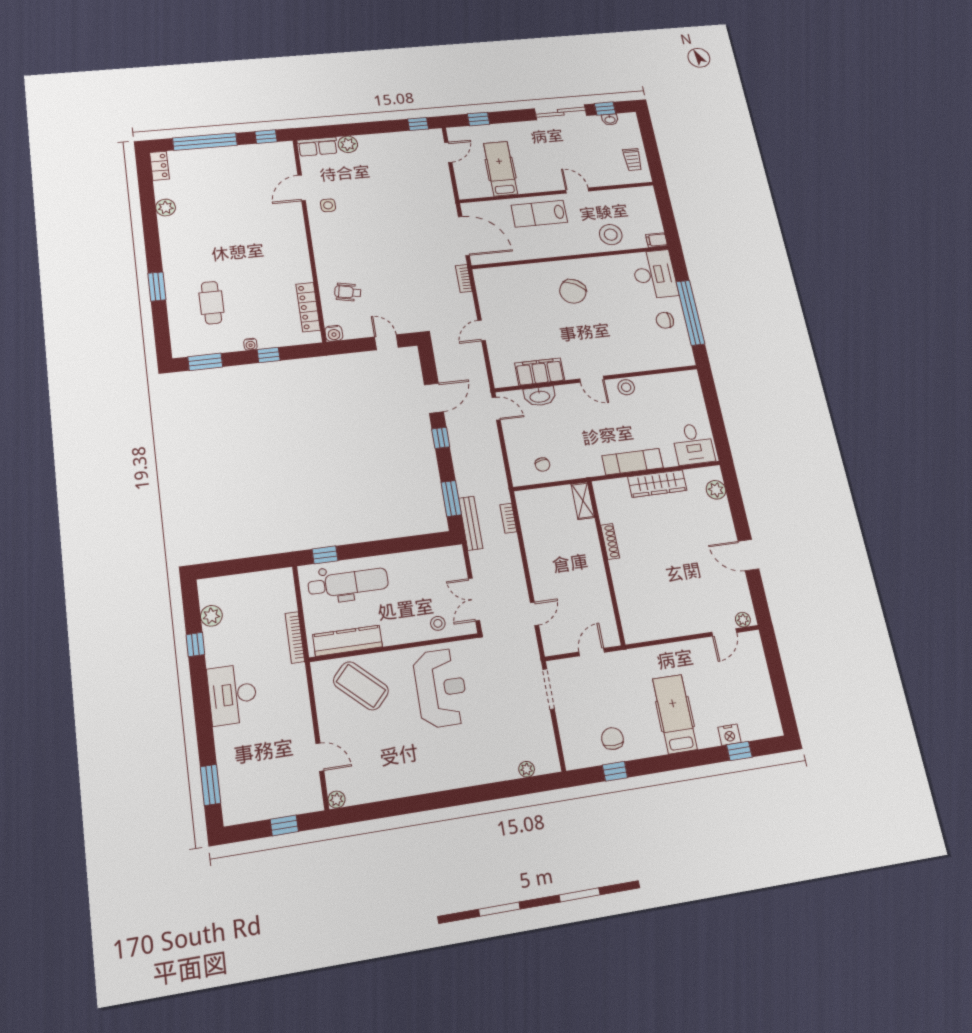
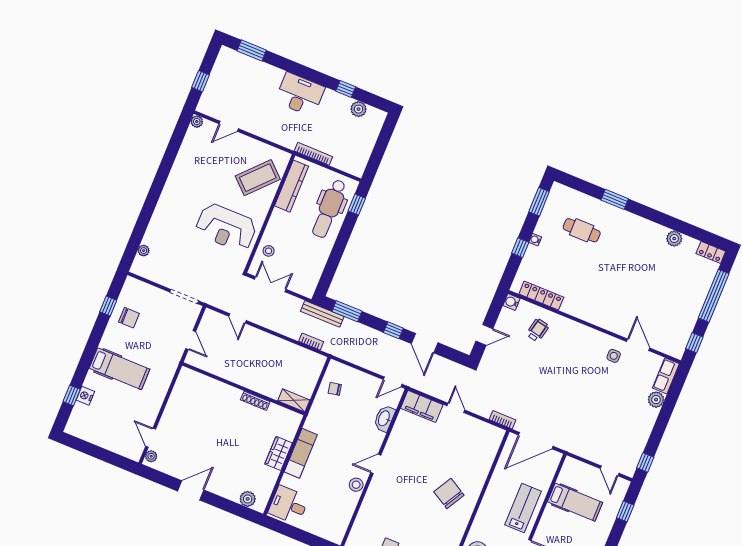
filing cabinet: (540, 372) -> (422, 406), moved, turned 90
wardrobe: (657, 484) -> (279, 453), width x0.67

